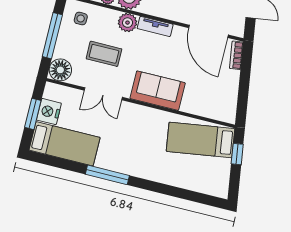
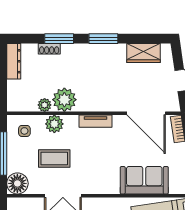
plant: (128, 23) -> (54, 124), moved
sofa: (158, 91) -> (144, 180), moved

